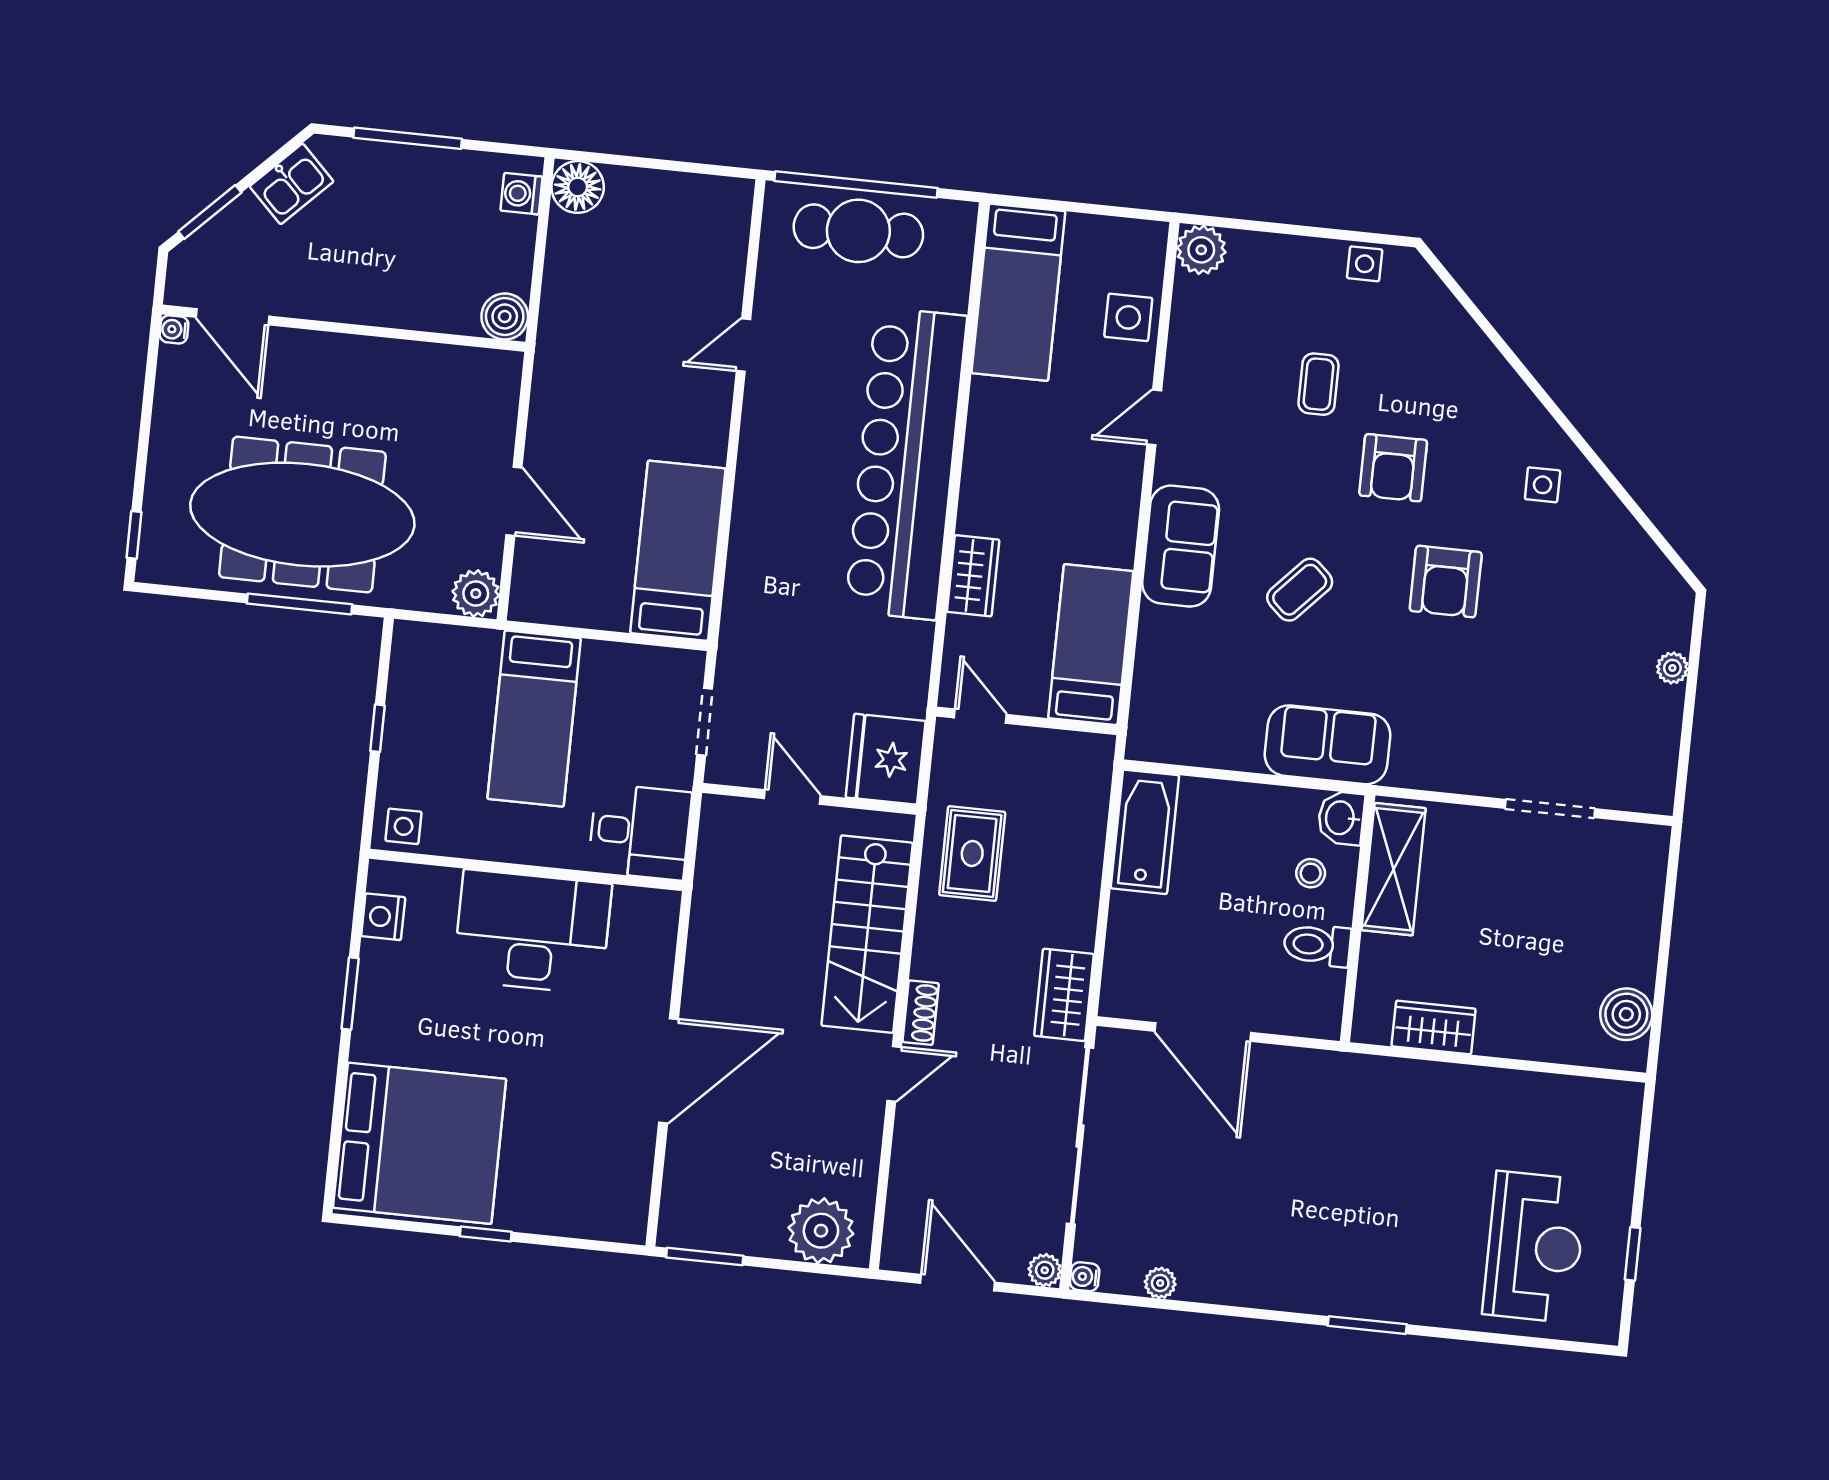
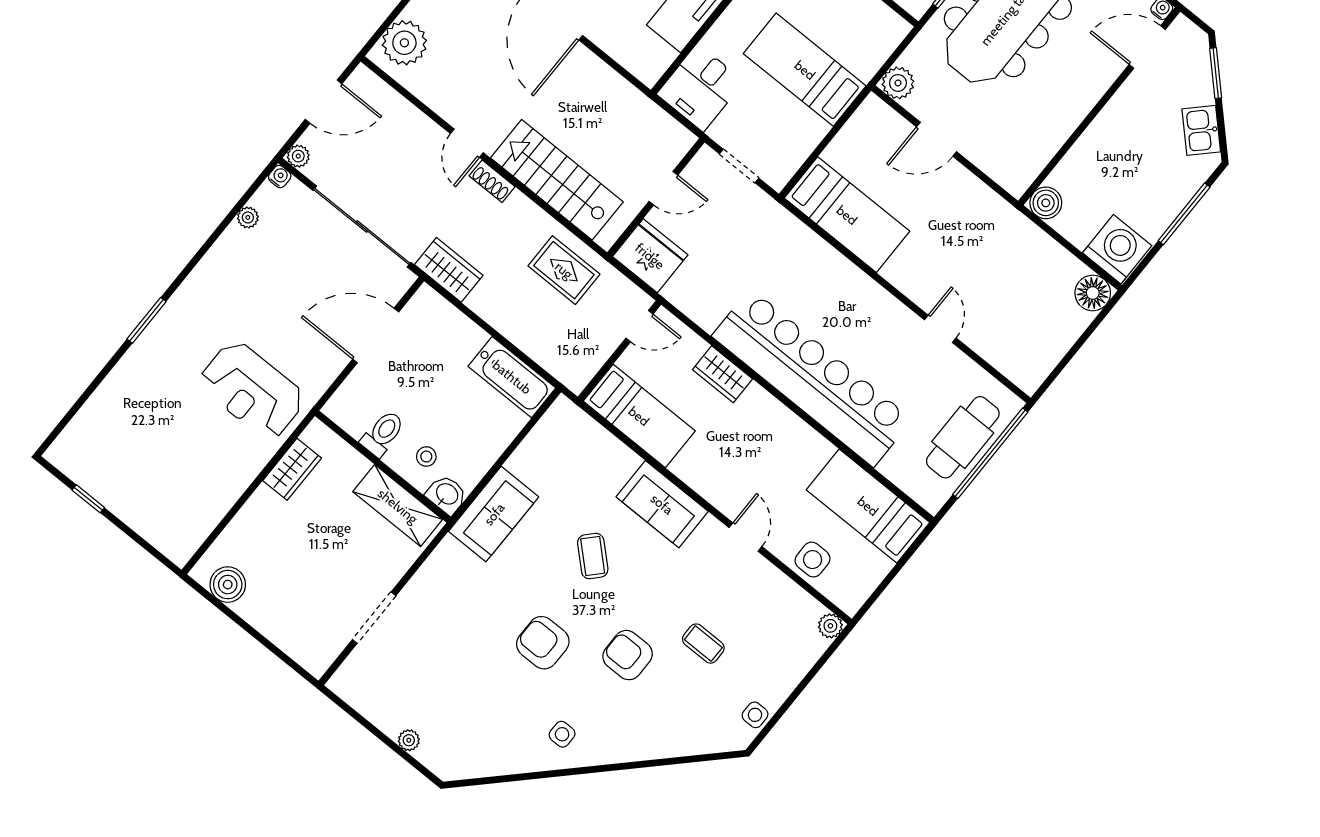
washing machine: (521, 194) -> (1117, 249), width x1.89, depth x1.89
plant: (1201, 250) -> (830, 626), width x0.73, depth x0.73
reception desk: (1534, 1247) -> (252, 390), moved

